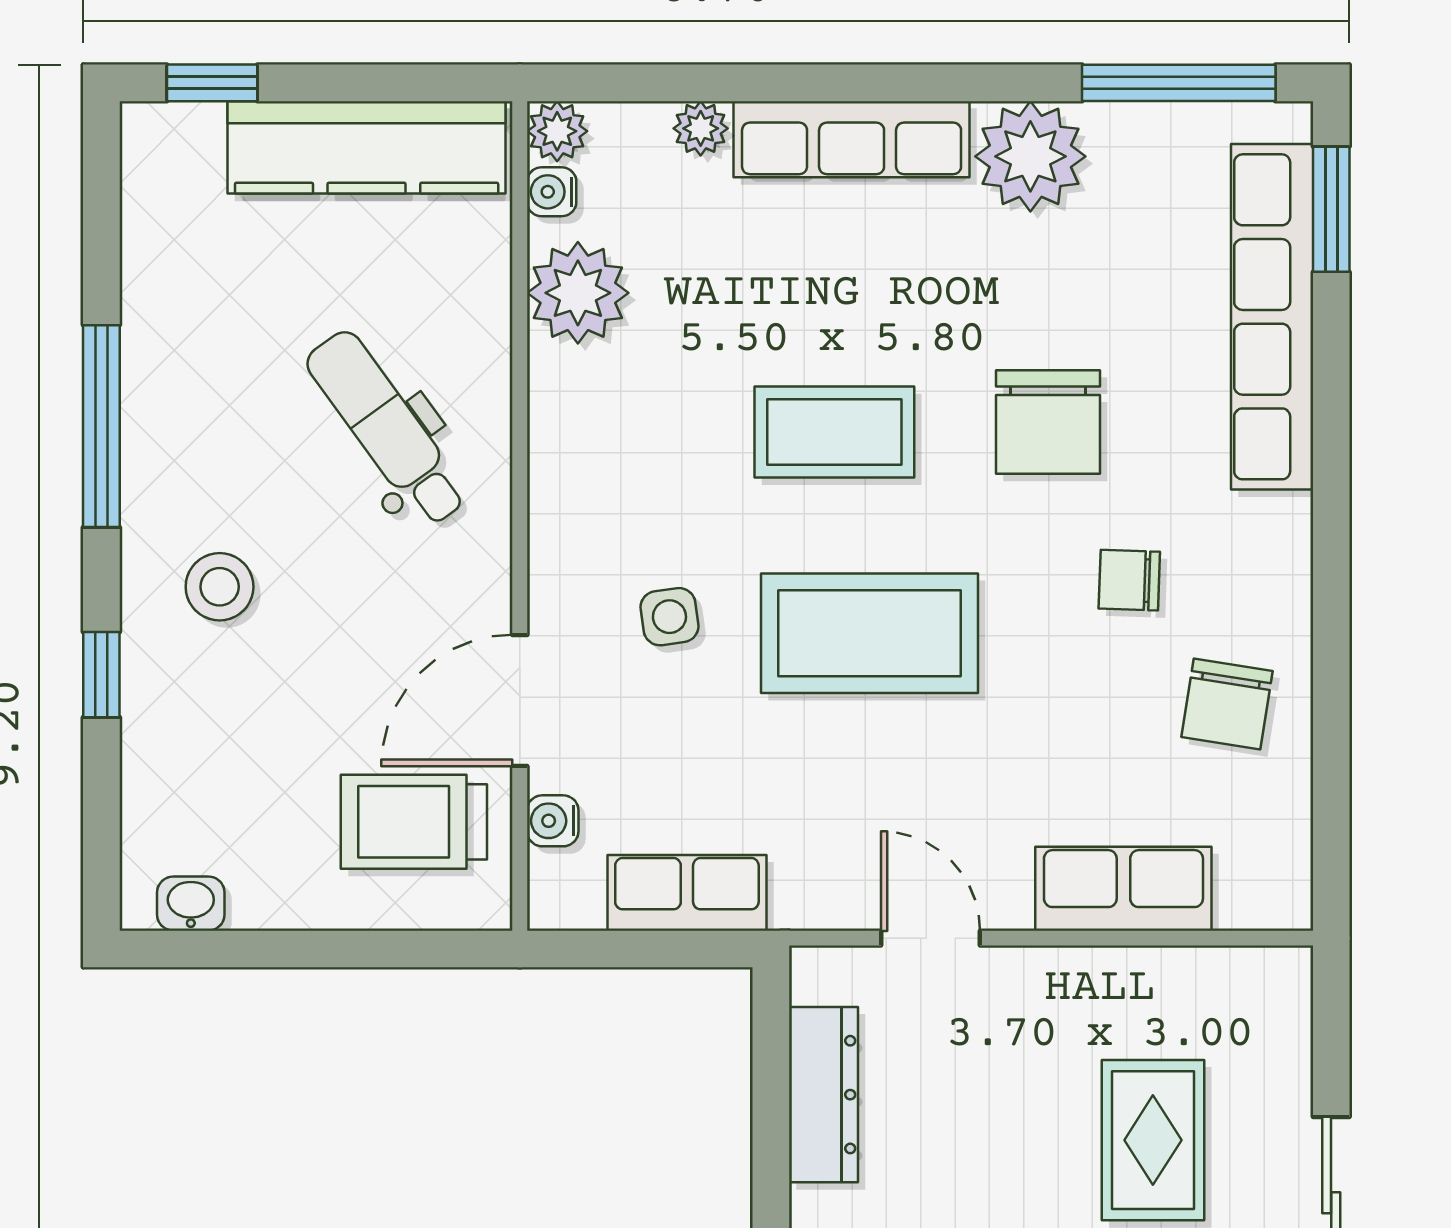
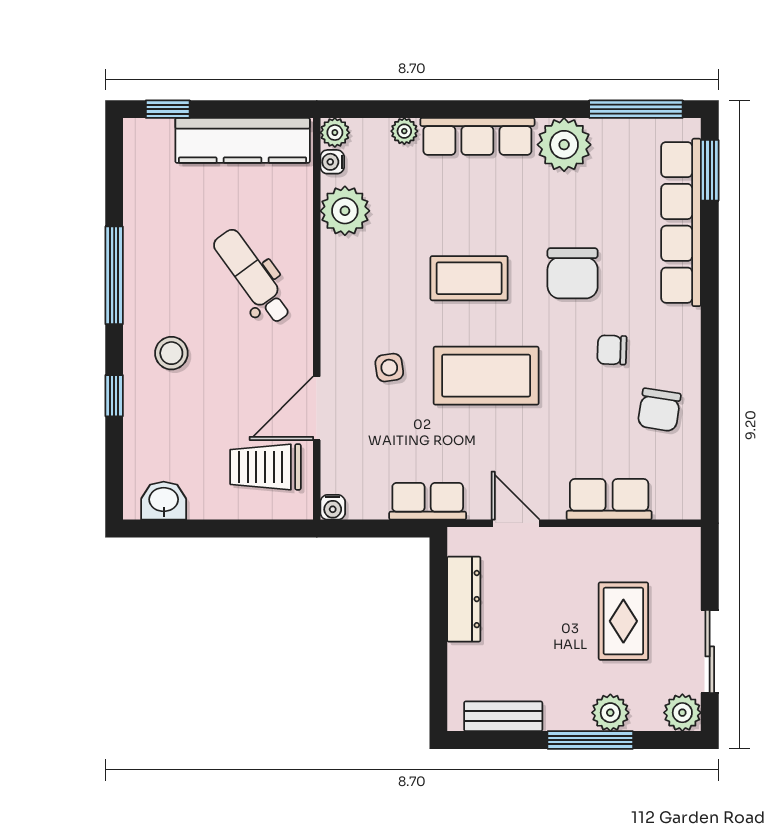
water cooler: (553, 821) -> (333, 507), moved, turned -90
row of seats: (687, 893) -> (428, 501), moved
washbasin: (191, 904) -> (164, 501), width x1.38, depth x1.45

